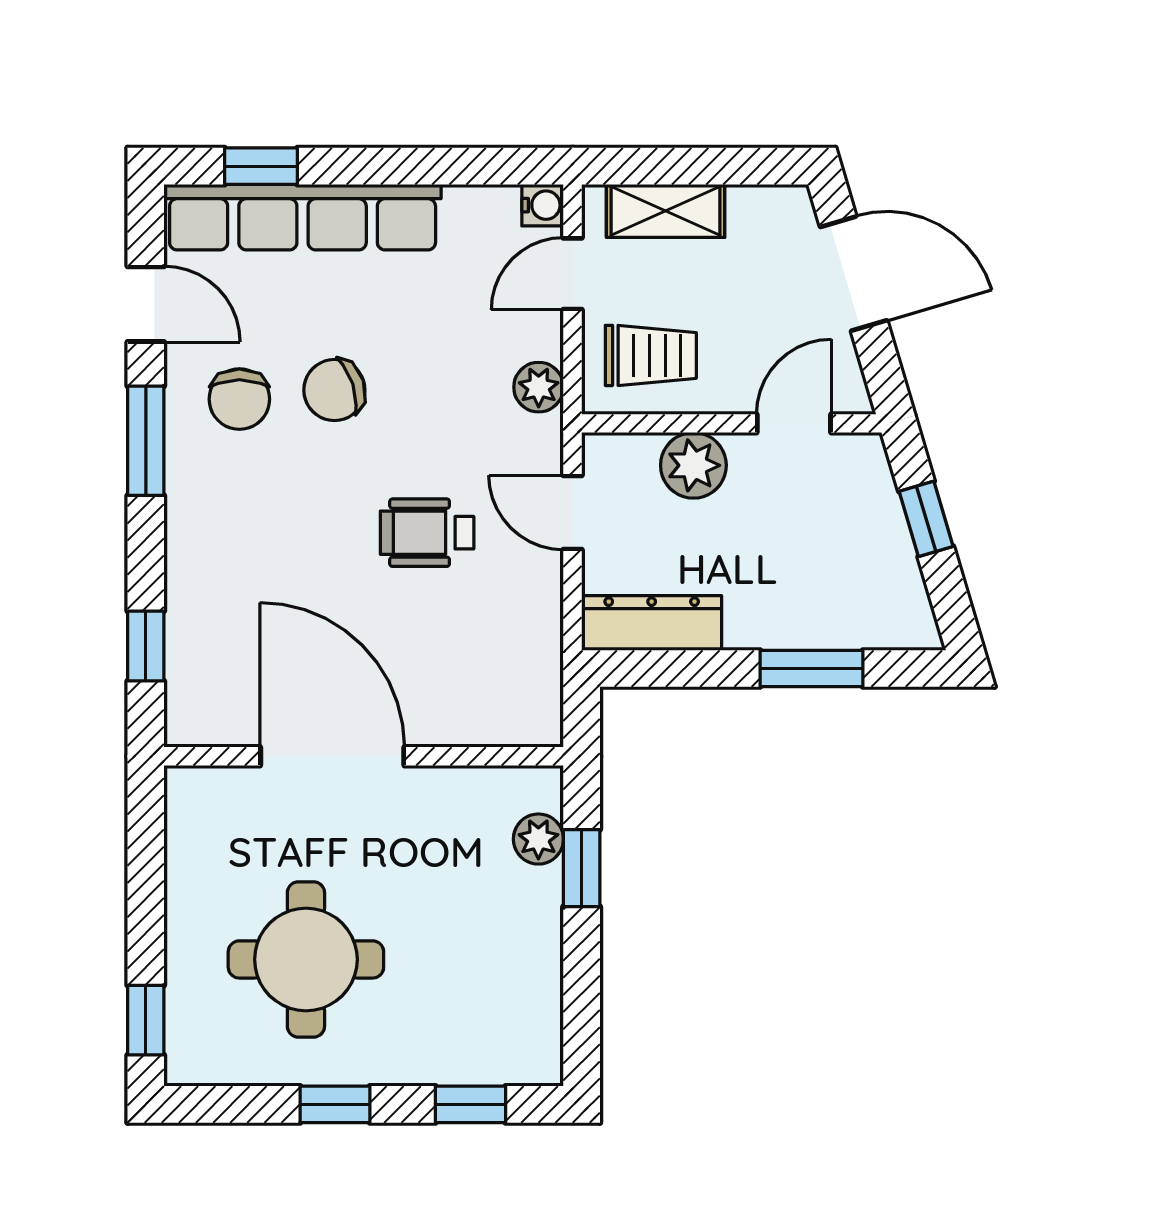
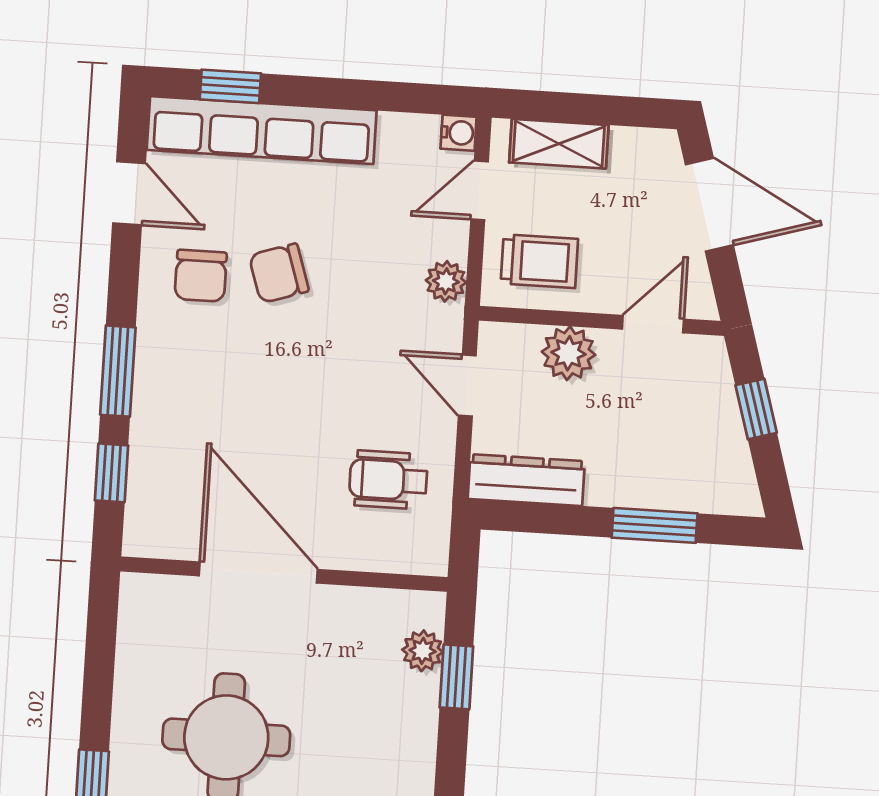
window: (146, 441) -> (118, 371), moved
wheelchair: (427, 533) -> (388, 480), moved

